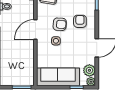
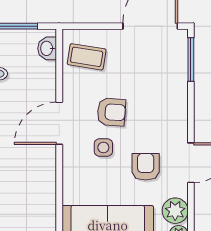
armchair: (80, 21) -> (146, 167), moved

